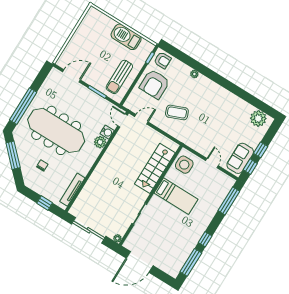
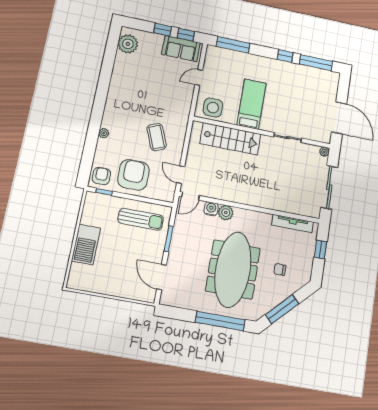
barbecue: (126, 37) -> (86, 244), moved
armchair: (155, 84) -> (133, 175), turned -90

